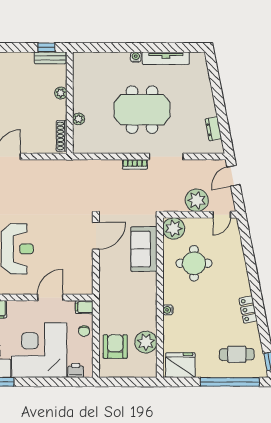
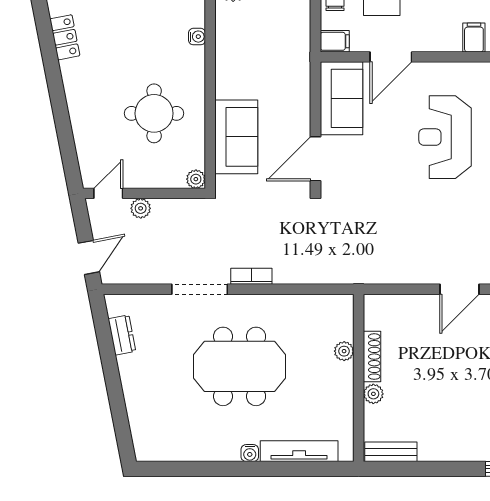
window: (46, 47) -> (397, 469), removed
tv unit: (166, 58) -> (299, 451), moved
shoe rack: (62, 136) -> (372, 357), moved
plant: (197, 200) -> (141, 208), width x0.53, depth x0.53
plant: (174, 228) -> (196, 179), width x0.53, depth x0.53
sofa: (80, 272) -> (341, 98), added

